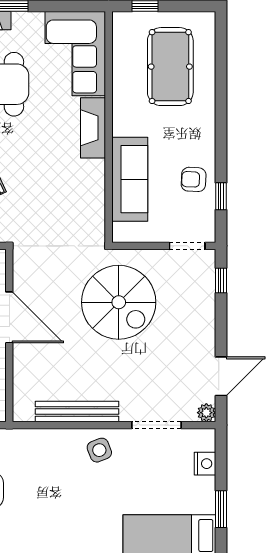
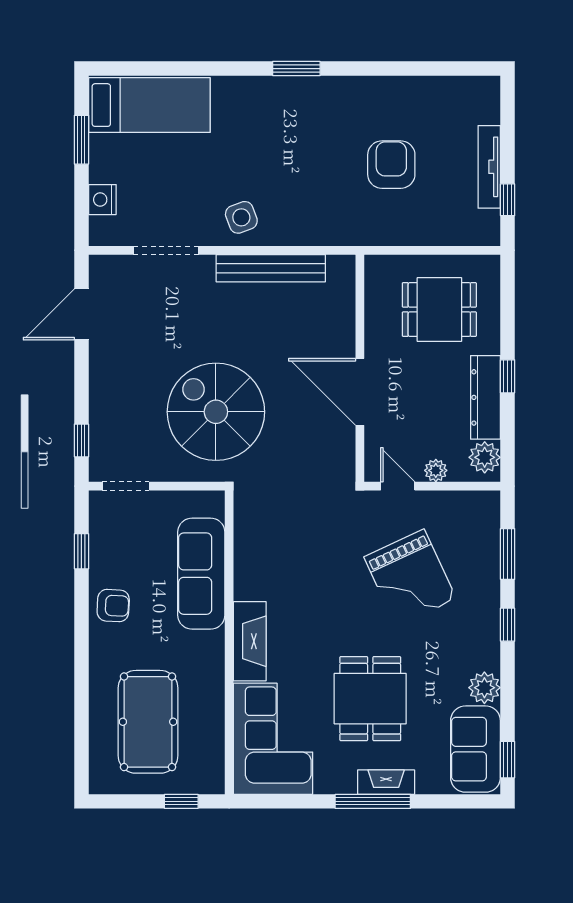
armchair: (194, 179) -> (113, 606), moved
plant: (206, 413) -> (101, 267), removed

